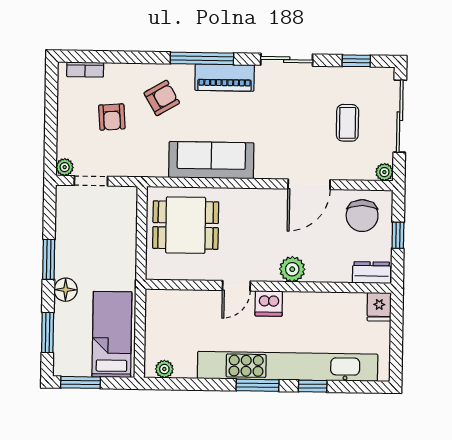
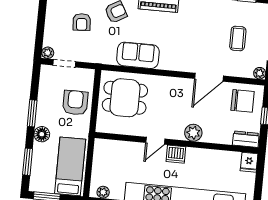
sofa: (211, 160) -> (138, 55), width x0.73
chair: (362, 216) -> (243, 101), turned -90
armchair: (112, 239) -> (75, 103), added

